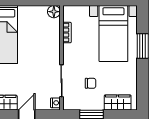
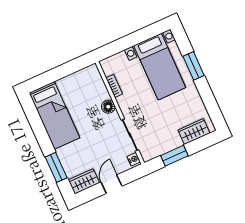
floor lamp: (54, 12) -> (108, 107), moved
chair: (91, 83) -> (159, 125), removed

